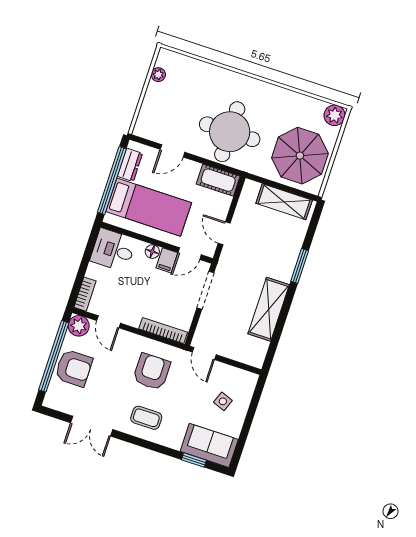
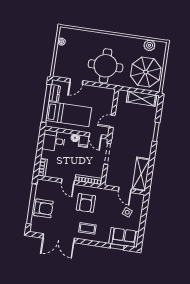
plant: (335, 115) -> (149, 45), moved
cot: (218, 180) -> (104, 93), removed
door: (224, 233) -> (112, 121), hinge flipped
door: (190, 254) -> (95, 135), hinge flipped
shelving: (269, 309) -> (141, 174), moved
door: (109, 322) -> (68, 182), moved
plant: (79, 326) -> (42, 185), removed
door: (204, 353) -> (125, 190), moved
armchair: (152, 372) -> (86, 203), turned 180
double door: (92, 426) -> (59, 238), width x1.37

